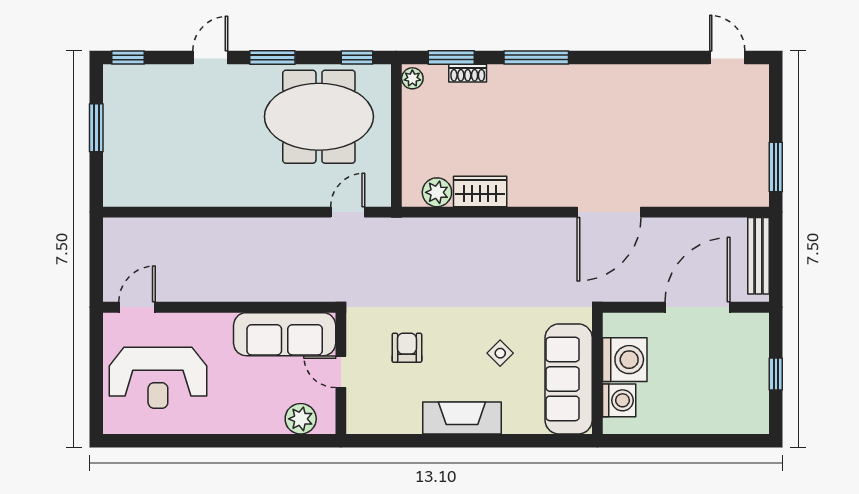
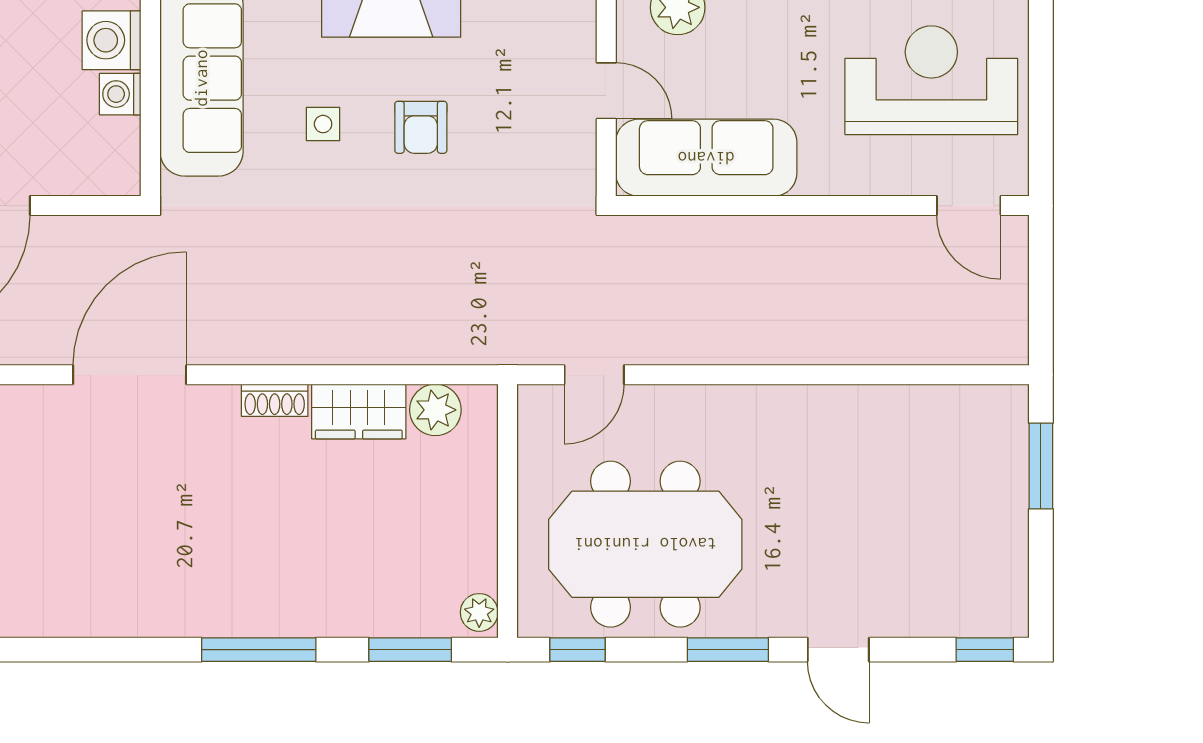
door: (210, 57) -> (838, 650), hinge flipped
shoe rack: (468, 73) -> (275, 400), moved, turned 180
window: (96, 128) -> (1041, 466), moved
door: (137, 307) -> (969, 206), hinge flipped
armchair: (407, 348) -> (421, 127), moved
side table: (500, 353) -> (323, 124), turned 45
washing machine: (625, 360) -> (120, 94), width x0.53, depth x0.53

